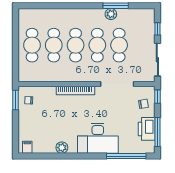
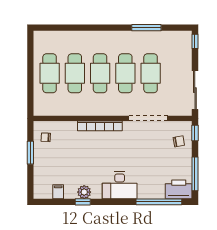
plant: (111, 14) -> (141, 37), removed
window: (157, 29) -> (195, 41), moved
window: (15, 100) -> (30, 153), moved
printer: (147, 129) -> (179, 189), moved, turned 90
desk: (98, 138) -> (120, 185), width x0.73, depth x0.77
filing cabinet: (27, 147) -> (58, 192), moved
window: (61, 156) -> (83, 202), added

